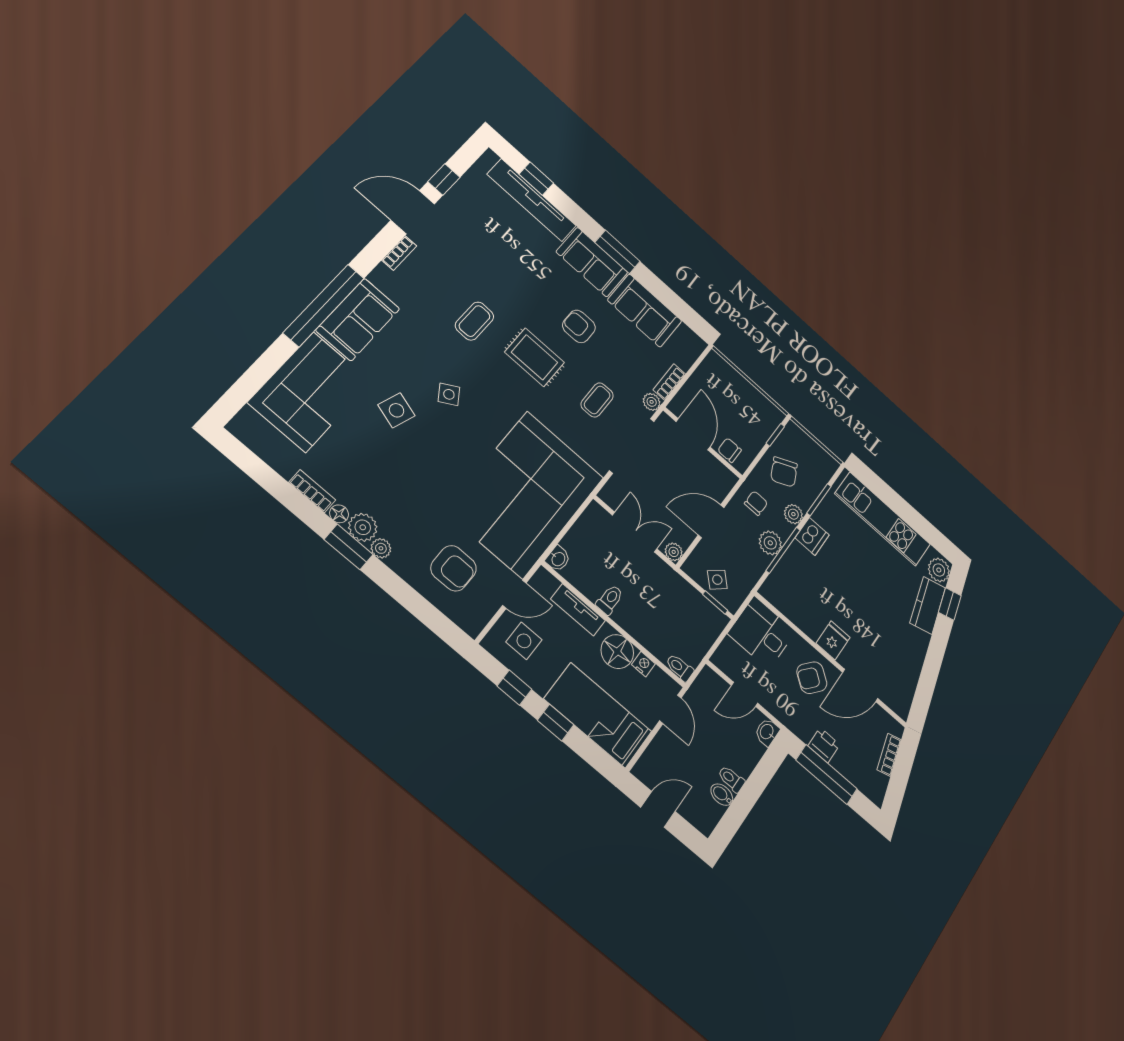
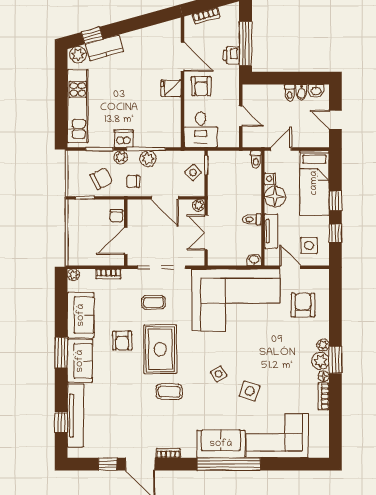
rug: (535, 357) -> (160, 349), width x1.36, depth x1.43
plant: (652, 402) -> (73, 275), moved
armchair: (812, 678) -> (201, 86), turned 52
washbasin: (767, 732) -> (316, 91), moved

